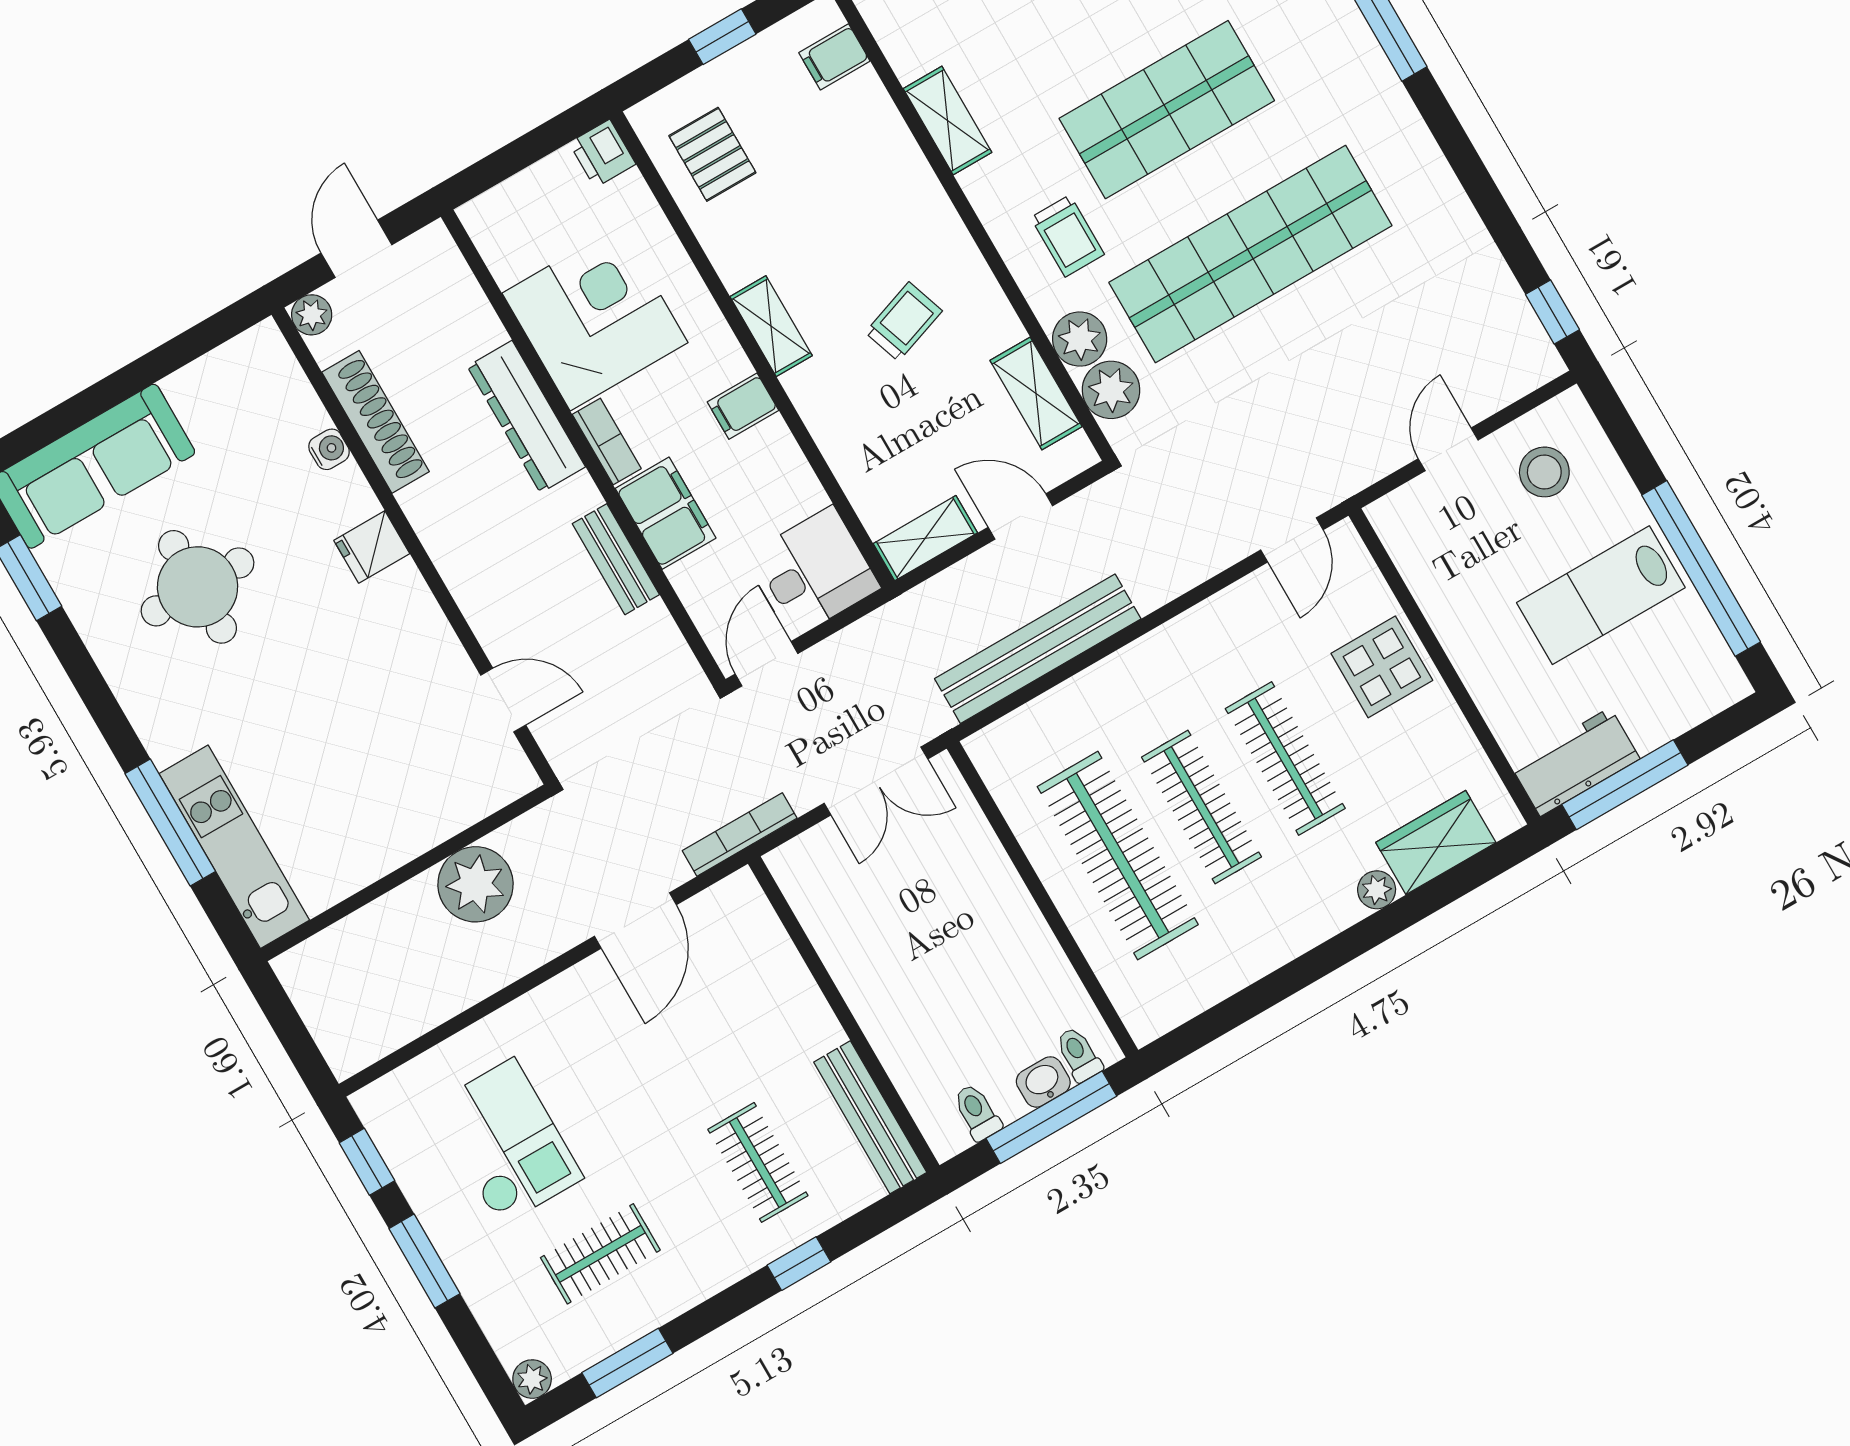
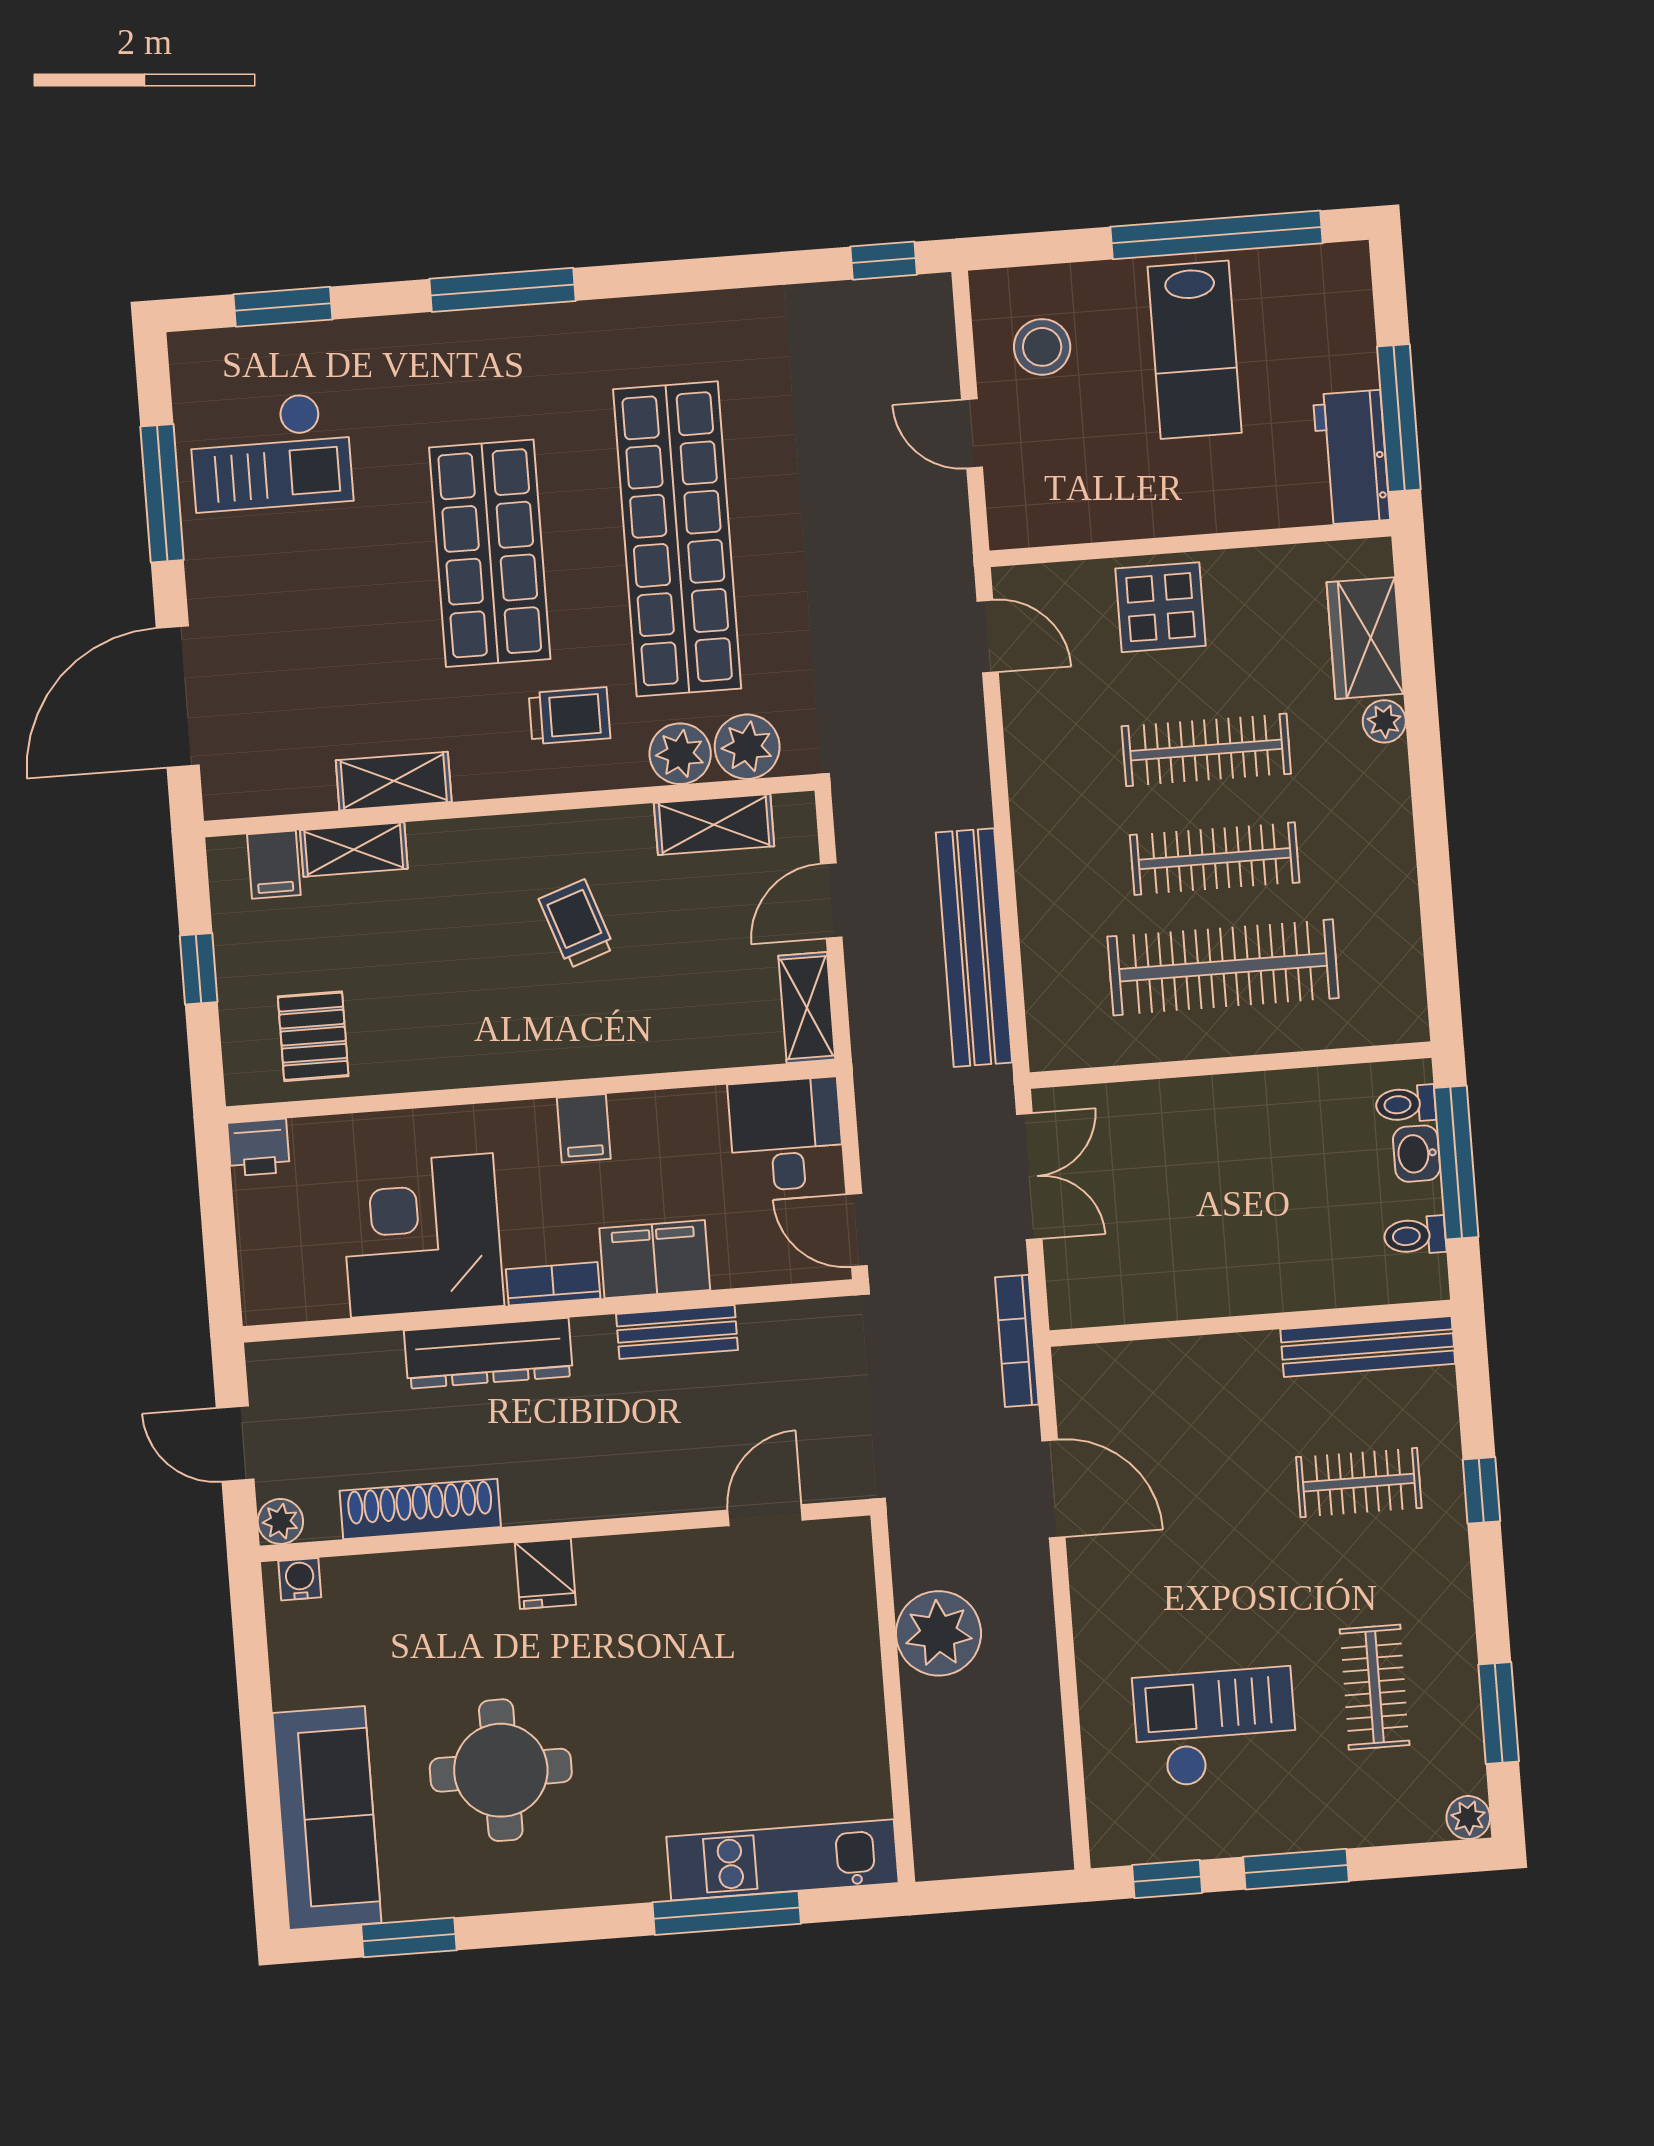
pallet: (712, 154) -> (313, 1036), turned 90
shelving: (771, 326) -> (354, 850), moved
water cooler: (329, 449) -> (300, 1579), moved

